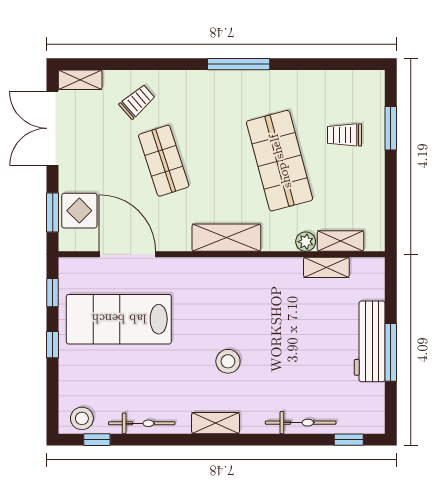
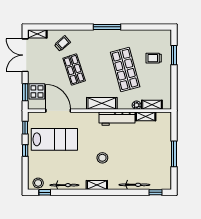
lab bench: (119, 319) -> (54, 139), turned 180
workbench: (370, 341) -> (117, 119), moved, turned -90

